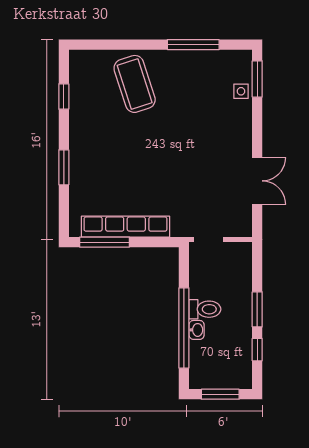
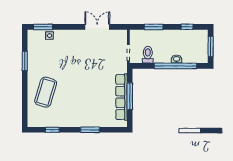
window: (193, 45) -> (25, 61), width x0.69
coffee table: (135, 84) -> (46, 92), turned -55
window: (104, 242) -> (130, 96), moved
toilet: (205, 309) -> (148, 55), moved
window: (257, 309) -> (154, 27), moved

